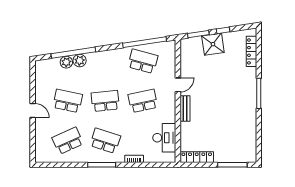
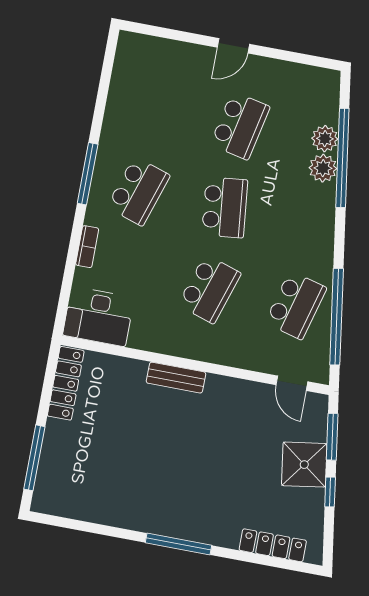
door: (178, 85) -> (292, 383), moved
school desk: (143, 101) -> (209, 289), turned 30
desk: (164, 138) -> (98, 316), moved
school desk: (68, 141) -> (154, 110), removed

